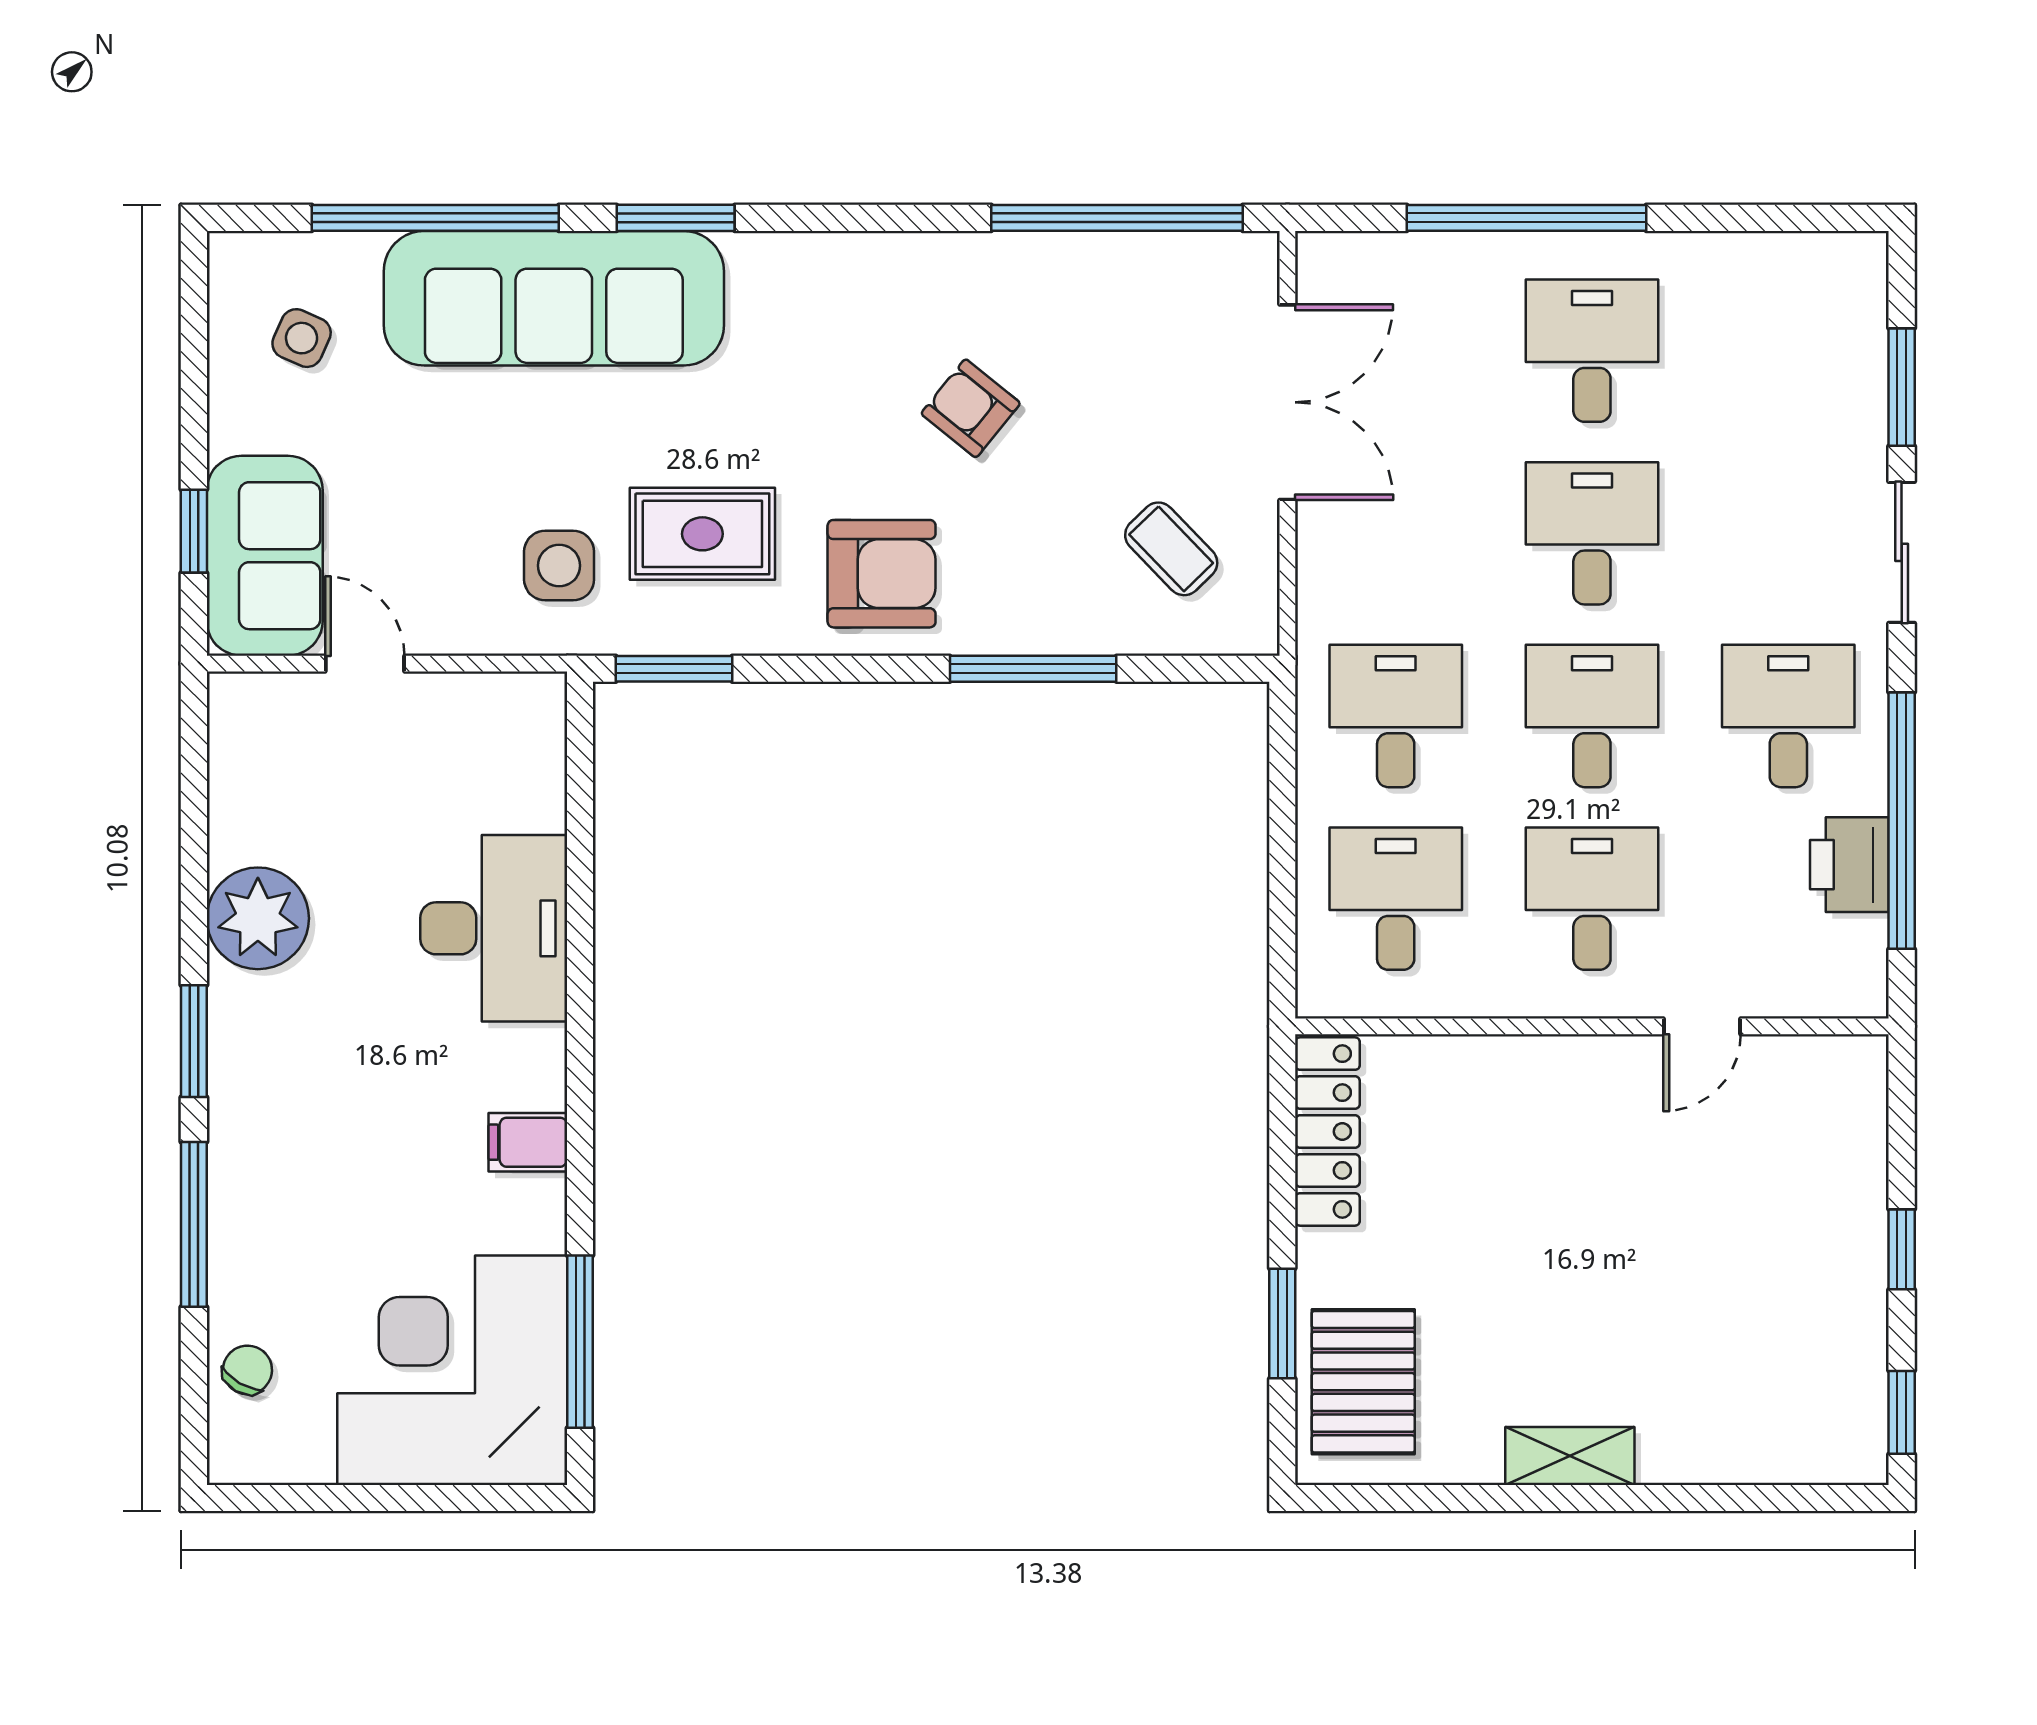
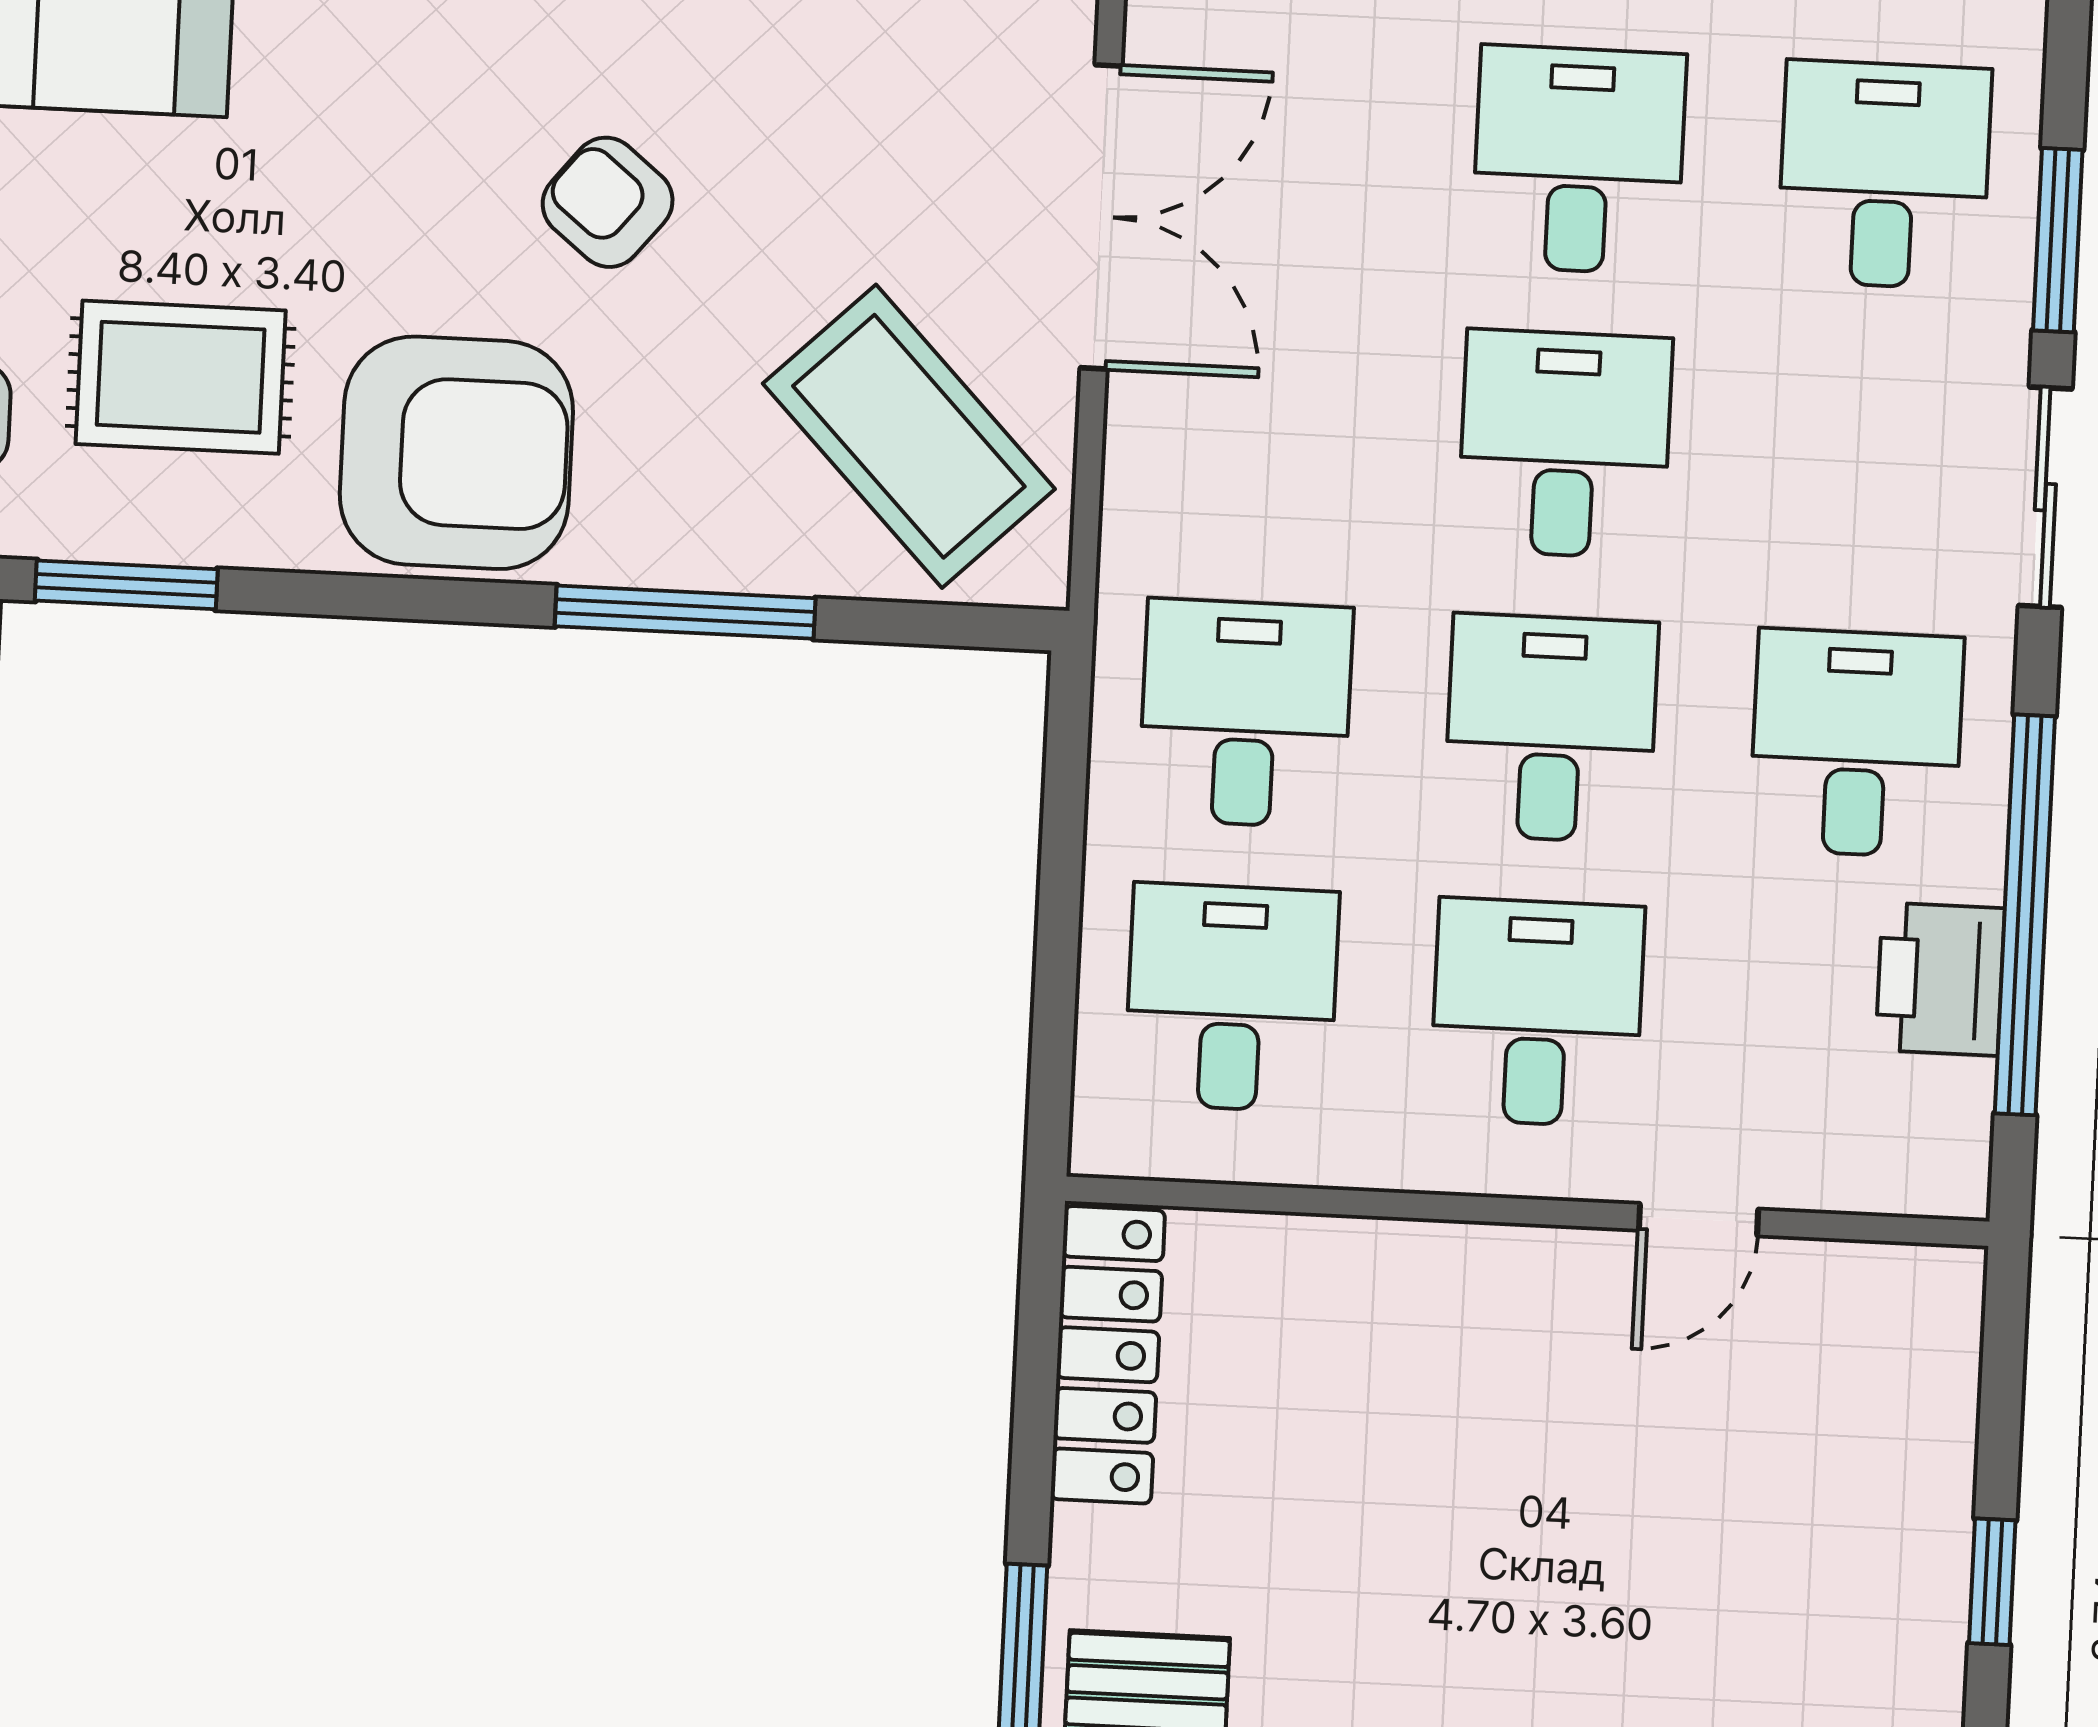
desk: (1788, 351) -> (1884, 175), added
coffee table: (1171, 549) -> (909, 436), width x1.86, depth x1.72
armchair: (882, 574) -> (456, 453), width x1.36, depth x1.36

